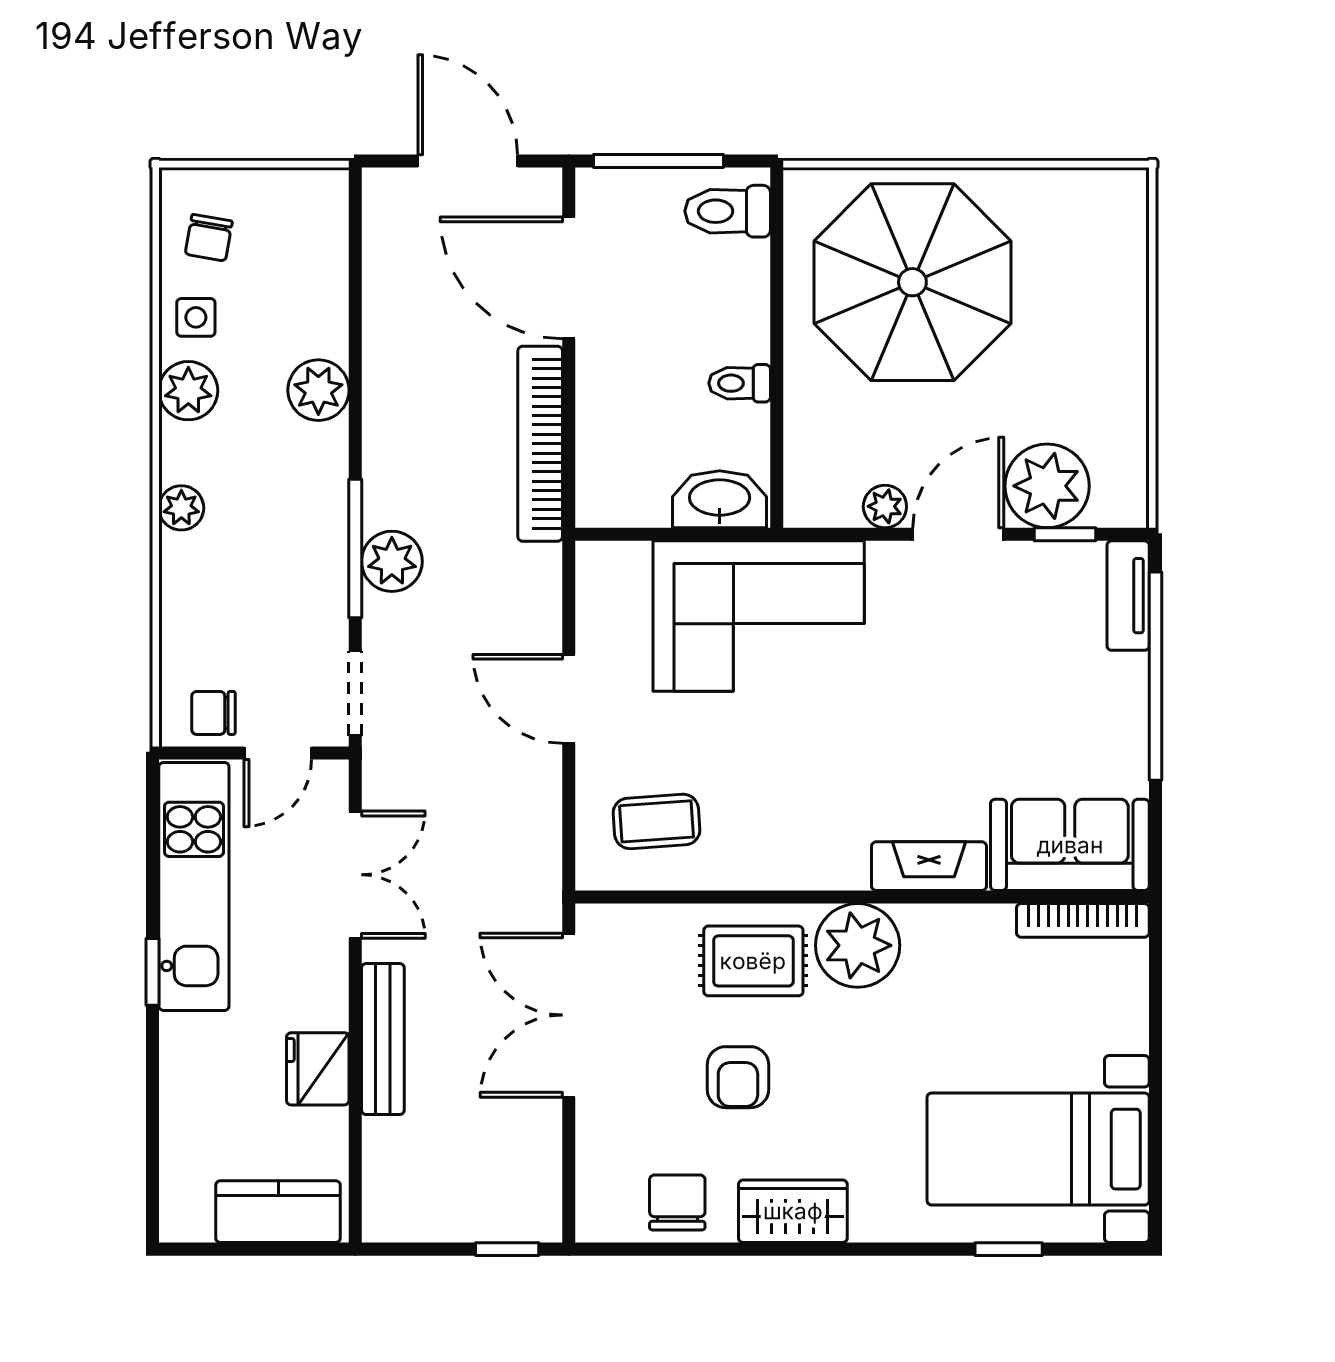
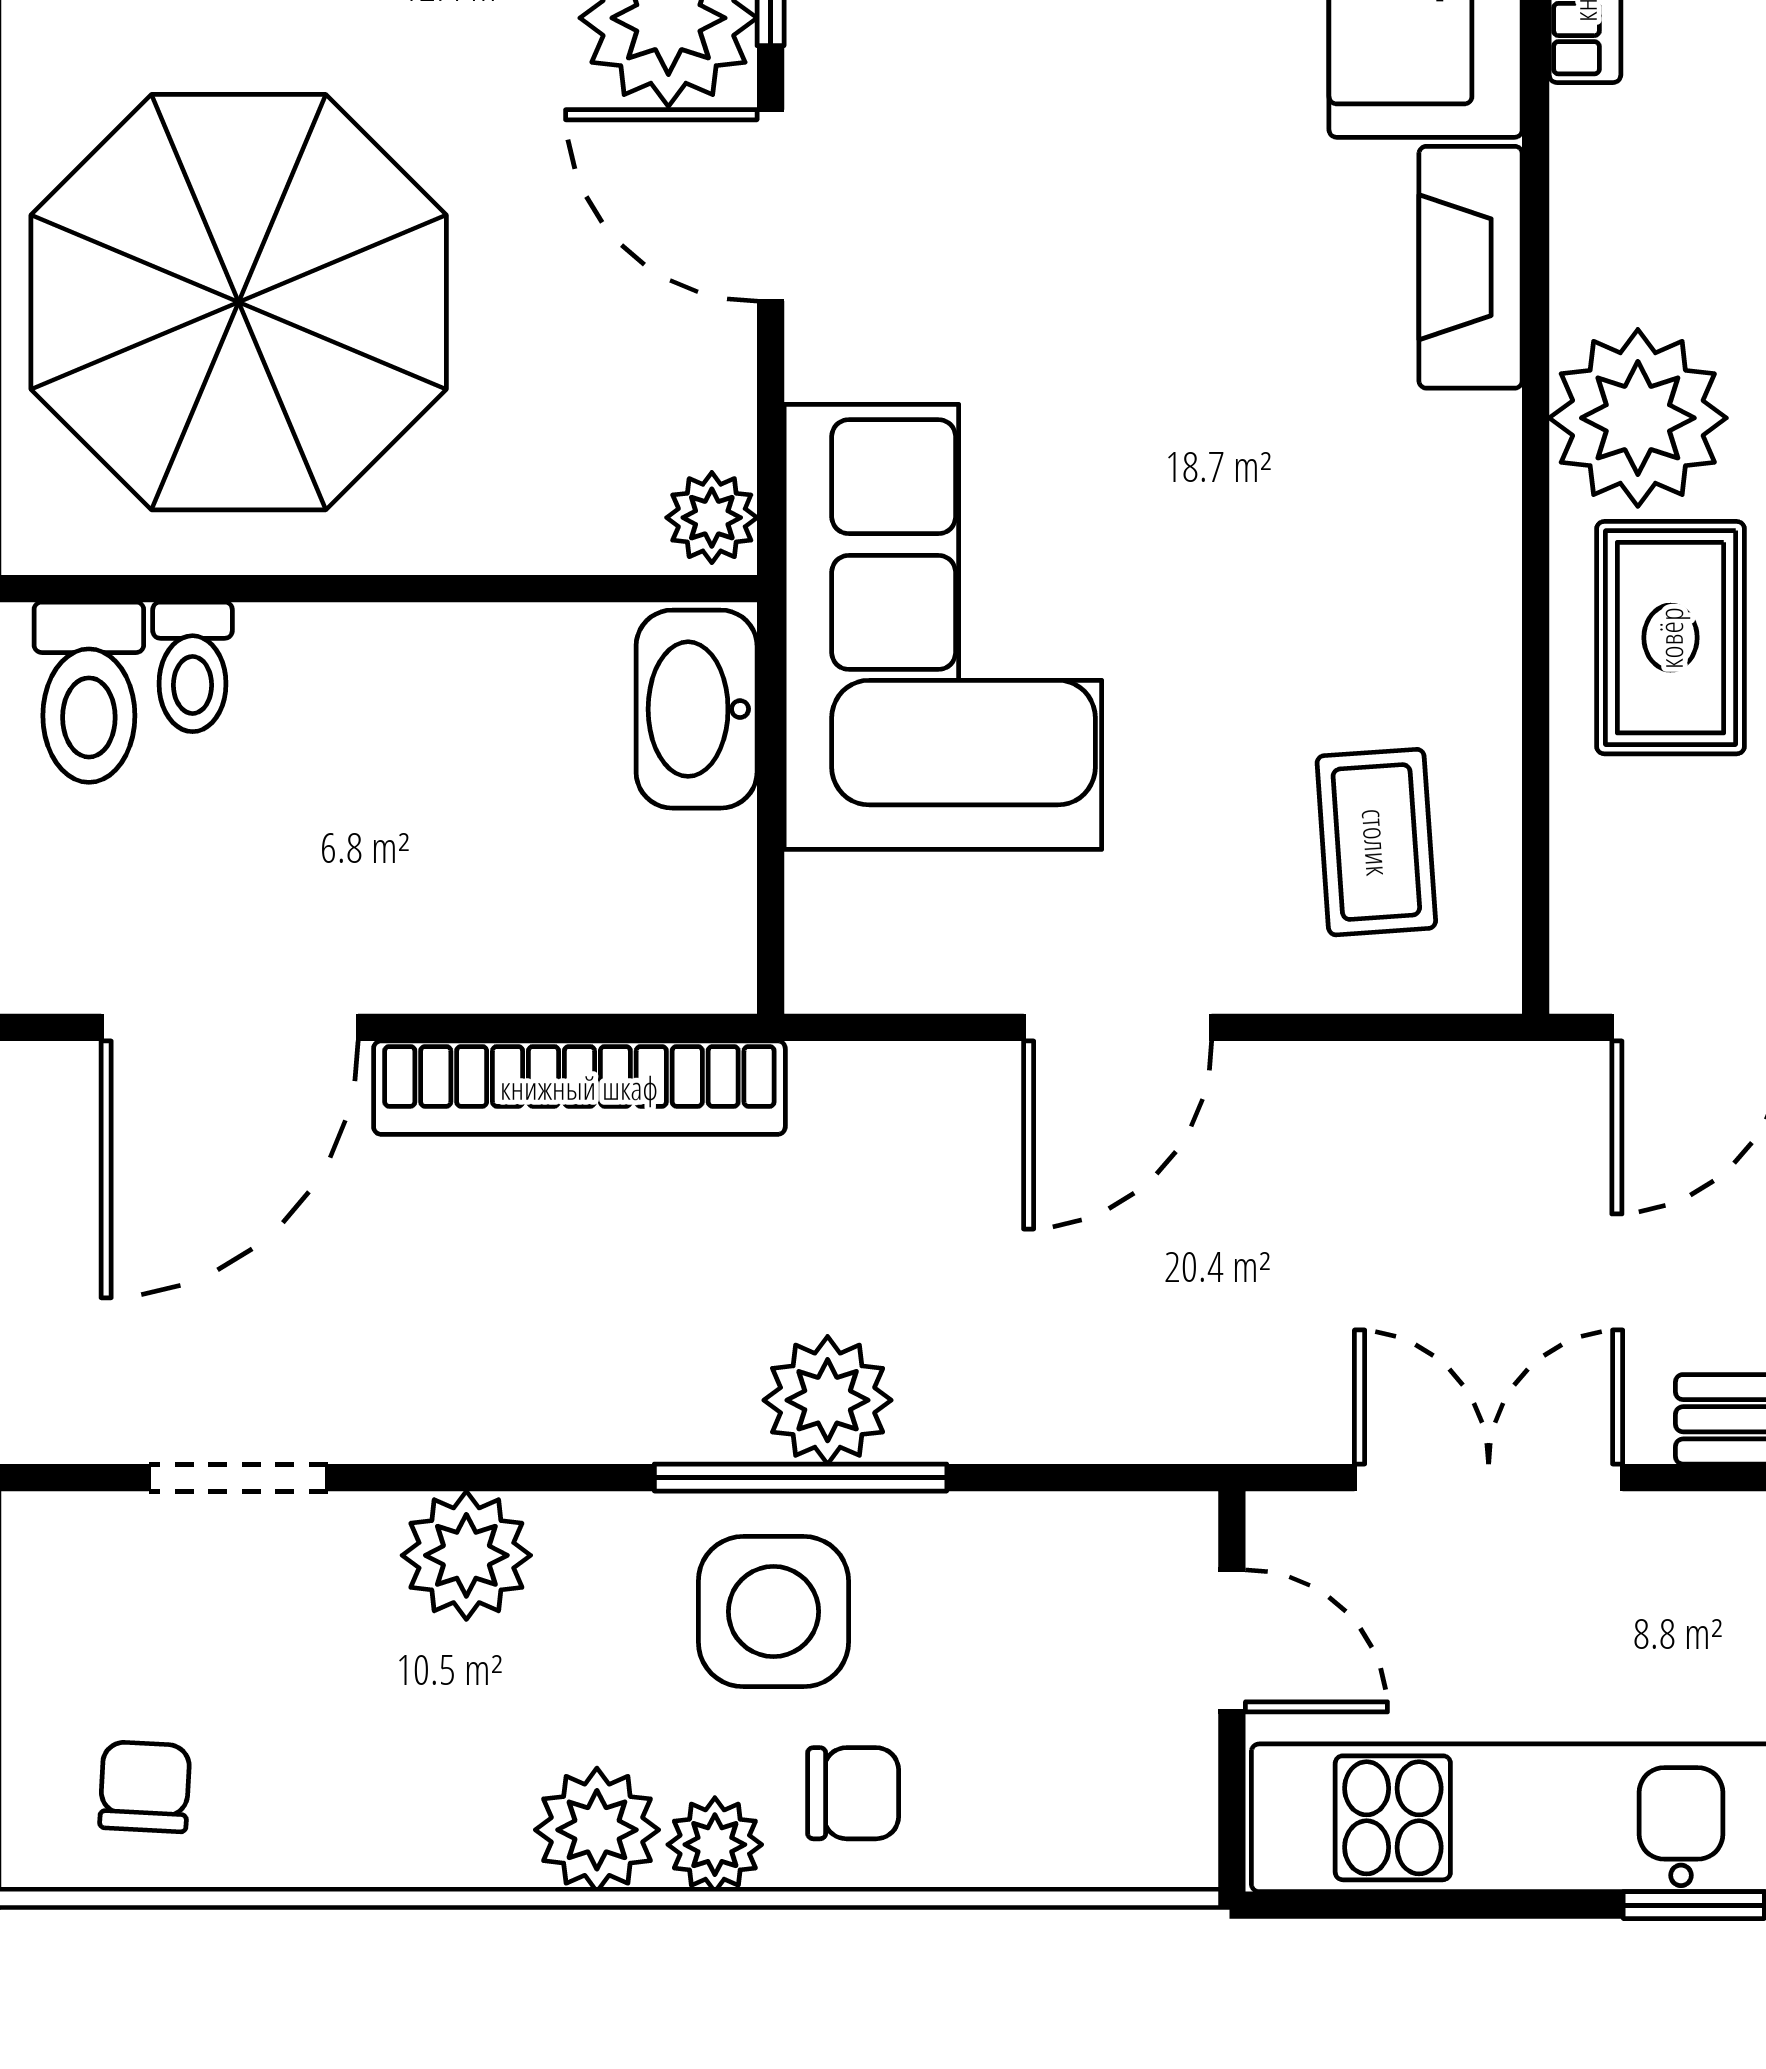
chair: (209, 238) -> (145, 1787), turned -97
side table: (196, 317) -> (773, 1612), moved, width x1.87, depth x1.87
toilet: (740, 383) -> (193, 667), moved
plant: (188, 391) -> (597, 1830), moved
plant: (885, 506) -> (712, 518), moved
doorway: (355, 693) -> (238, 1478), moved
chair: (213, 713) -> (853, 1793), moved, turned -90

